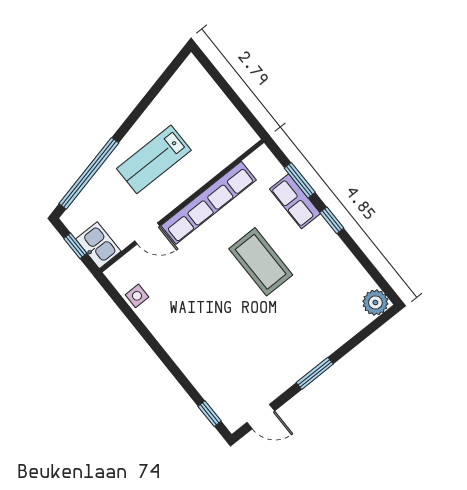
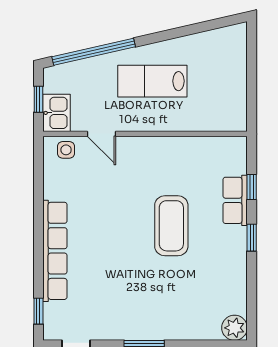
window: (300, 180) -> (252, 187), width x0.67
row of seats: (209, 203) -> (55, 251), moved, turned -90
side table: (137, 296) -> (66, 150), moved

